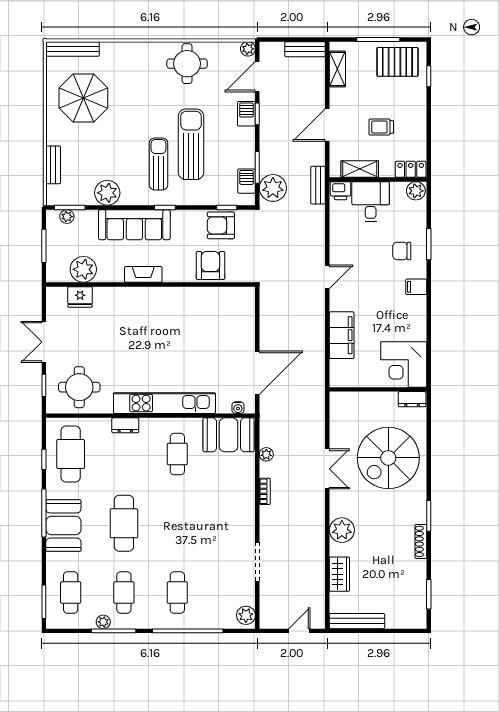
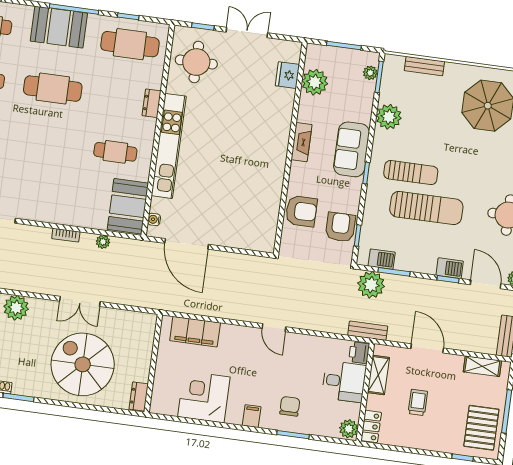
sofa: (134, 225) -> (352, 149), width x0.73
filing cabinet: (342, 335) -> (195, 332), moved
corner desk: (404, 364) -> (204, 397), moved

